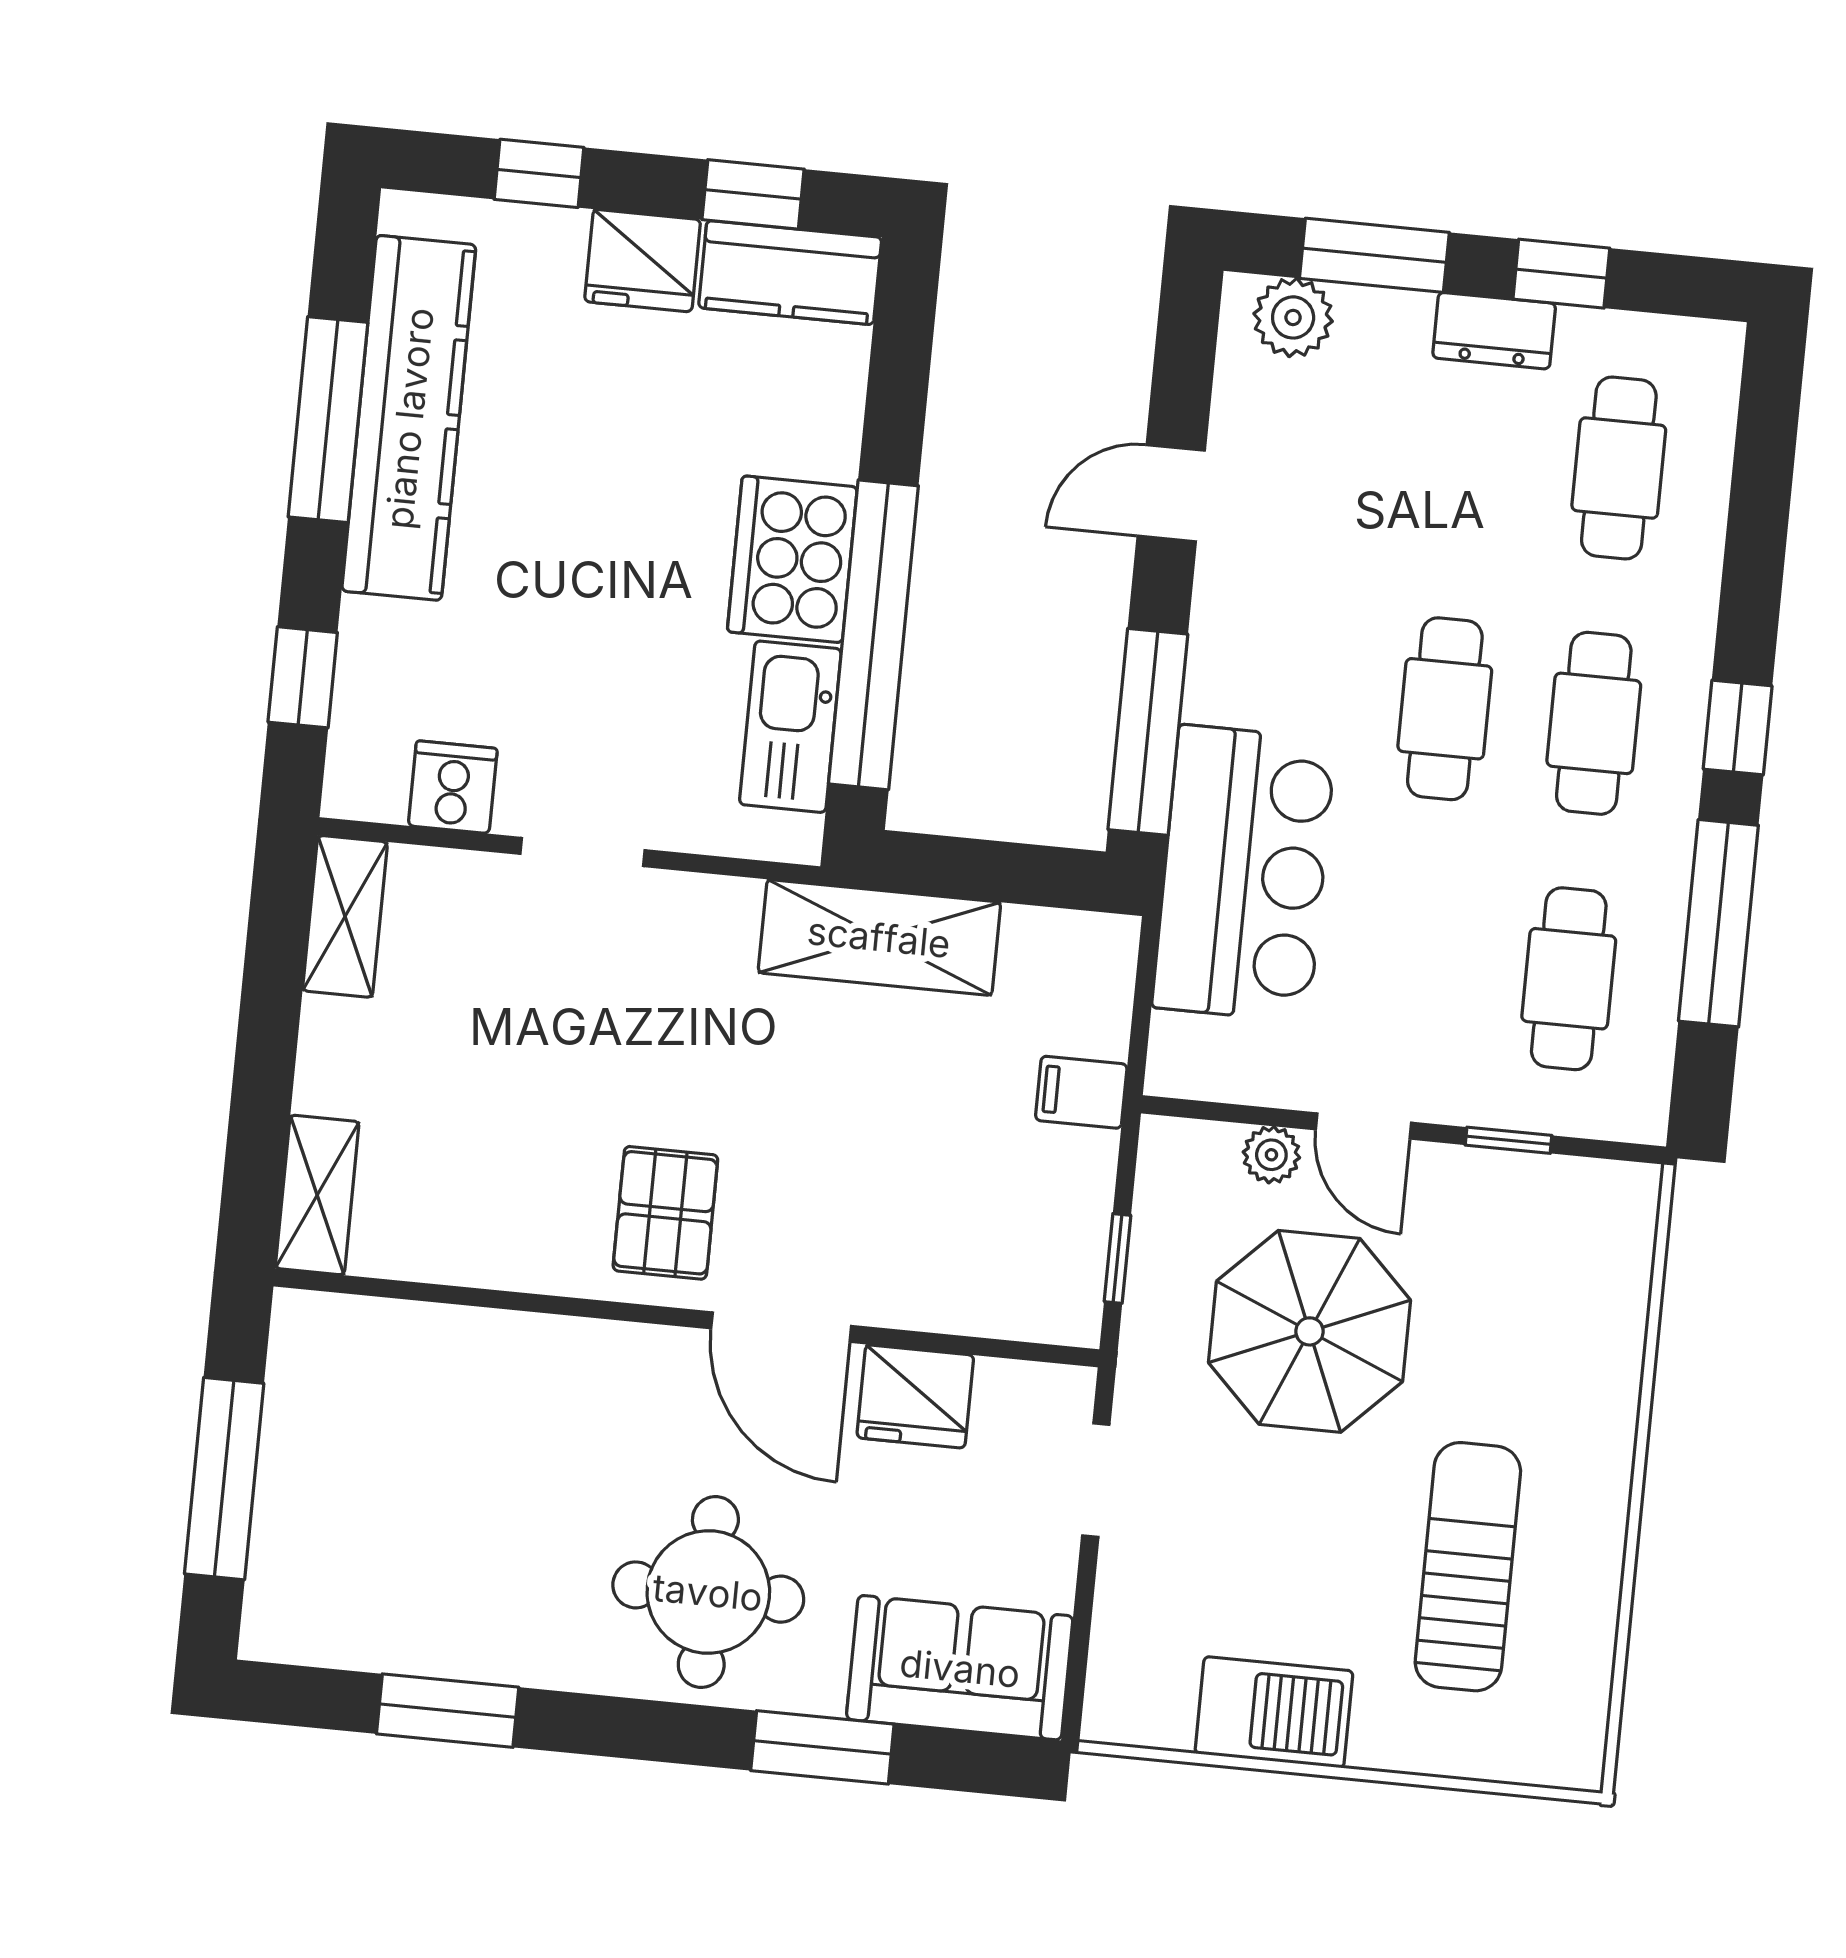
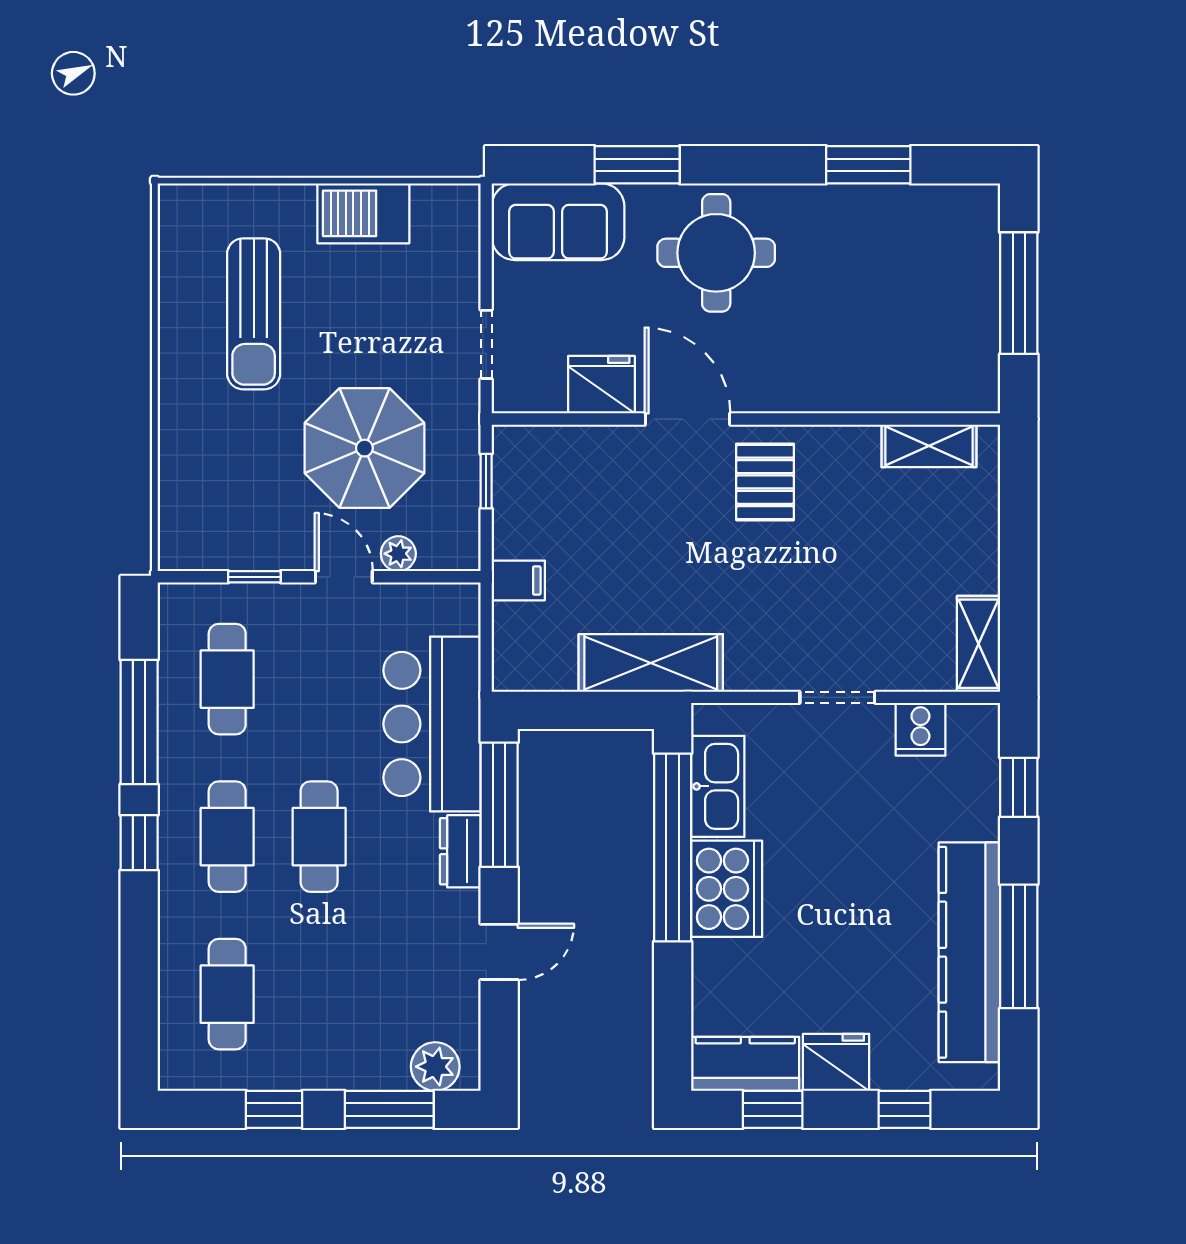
dresser: (1494, 331) -> (460, 851), moved, turned -90
shelving: (317, 1195) -> (929, 446), moved, turned 90

